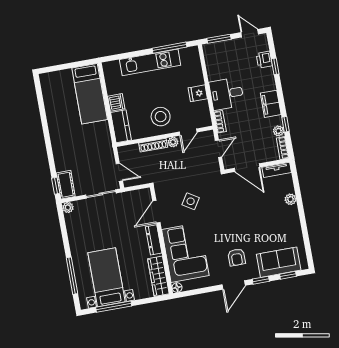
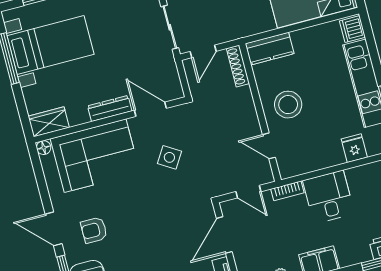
fridge: (198, 93) -> (354, 148), moved
dishwasher: (116, 102) -> (352, 29), moved, turned 90
plant: (173, 142) -> (253, 125), removed
shoe rack: (153, 145) -> (238, 66), moved
wardrobe: (158, 276) -> (49, 122), width x0.67

